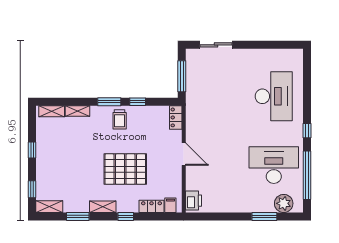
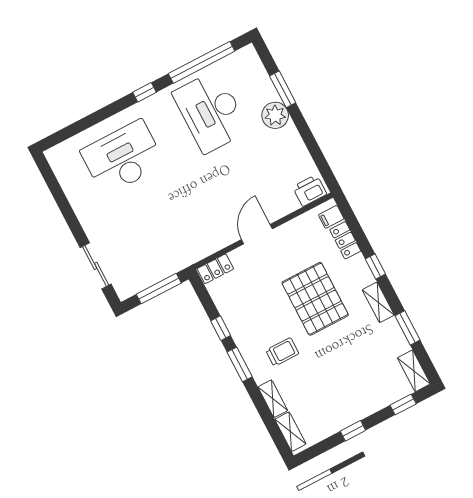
trolley: (120, 119) -> (282, 352), moved
plant: (284, 203) -> (275, 115), moved

